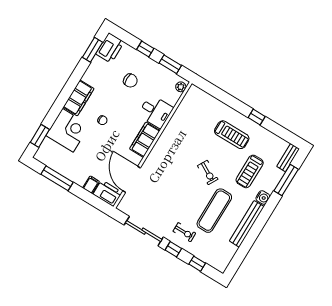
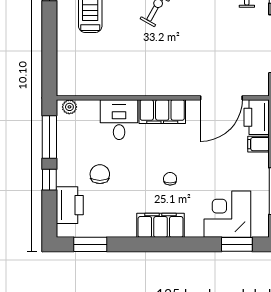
printer: (110, 48) -> (70, 205), moved, turned 90
window: (170, 64) -> (49, 137), width x1.44
corner desk: (68, 130) -> (227, 214), moved

